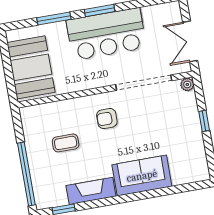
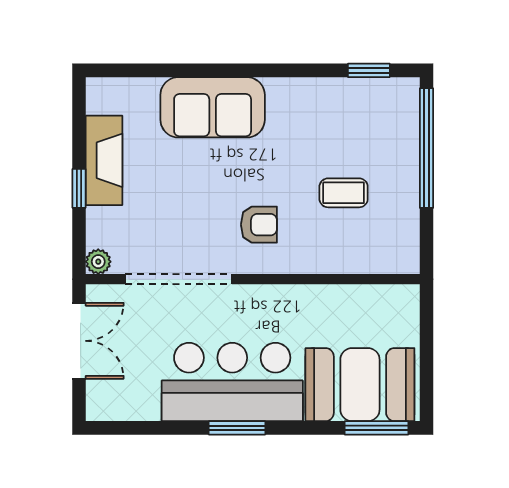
window: (54, 19) -> (377, 428), moved
booth: (31, 67) -> (360, 385), moved, turned 90
fireplace: (91, 191) -> (104, 160), moved, turned -90

